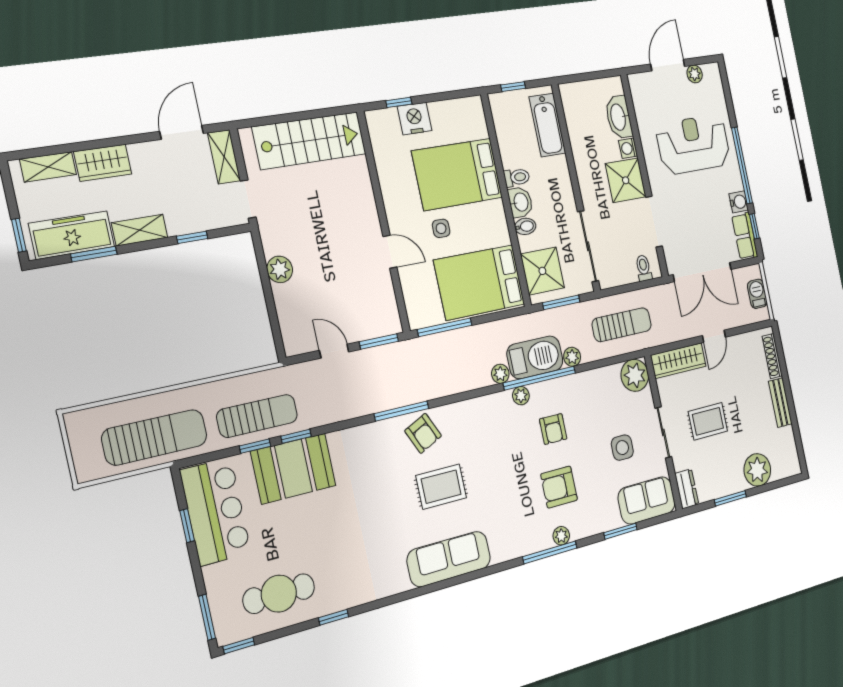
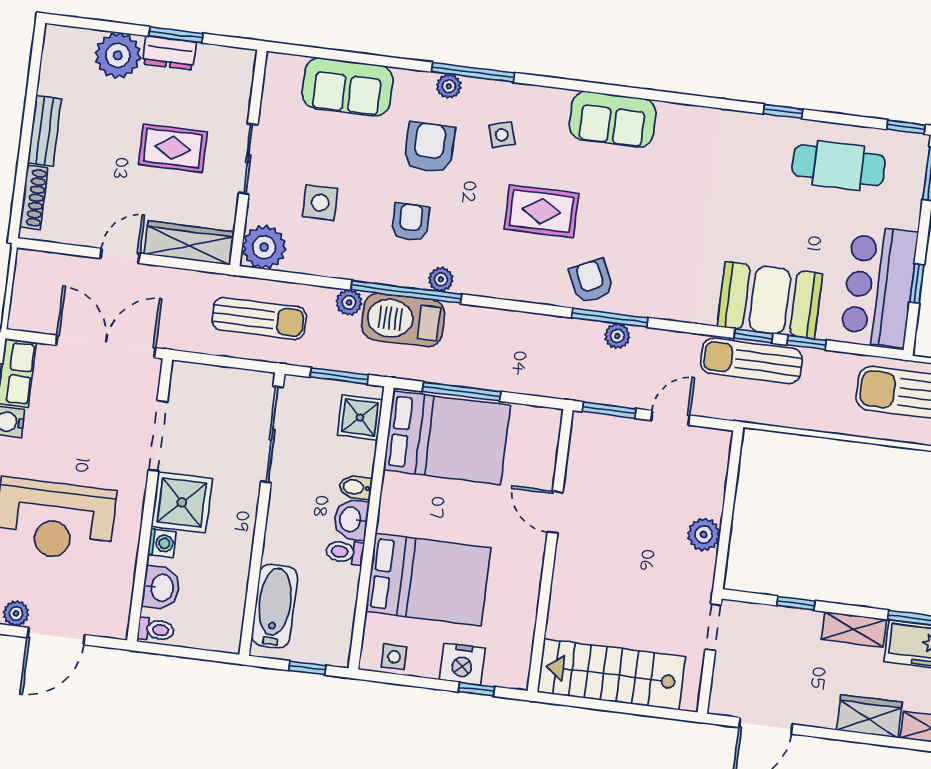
washbasin: (619, 117) -> (161, 588), width x0.72
shelving: (224, 157) -> (725, 684), removed
side table: (441, 228) -> (394, 657), moved
toilet: (644, 268) -> (156, 630), moved, turned -90
shower: (542, 271) -> (360, 417), width x0.73, depth x0.73
barbecue: (757, 294) -> (26, 289), removed
sun lounger: (622, 325) -> (259, 318), turned 180
window: (445, 327) -> (461, 391), moved
door: (334, 351) -> (670, 418), swing flipped
plant: (500, 374) -> (617, 336), moved
sun lounger: (257, 416) -> (751, 361), moved
side table: (622, 448) -> (320, 203), moved
rug: (441, 487) -> (541, 211), moved
armchair: (559, 487) -> (429, 147), turned -90
dresser: (687, 489) -> (169, 53), moved, turned -90
sofa: (647, 500) -> (348, 87), moved
side table: (517, 516) -> (502, 135), added
window: (620, 531) -> (361, 58), removed
sofa: (449, 559) -> (613, 119), width x0.73

